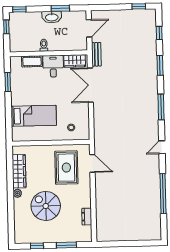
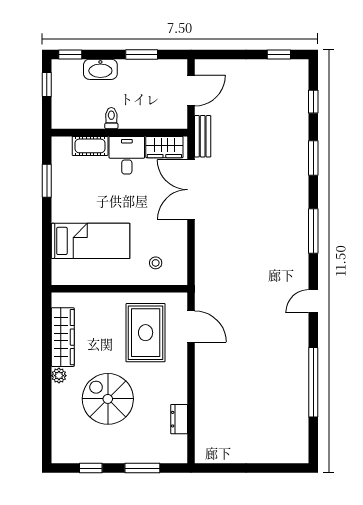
washbasin: (52, 17) -> (100, 69), moved

